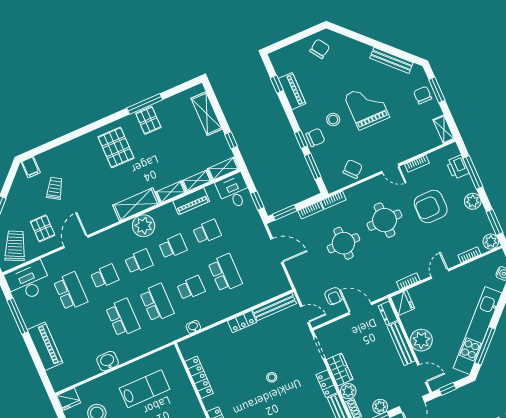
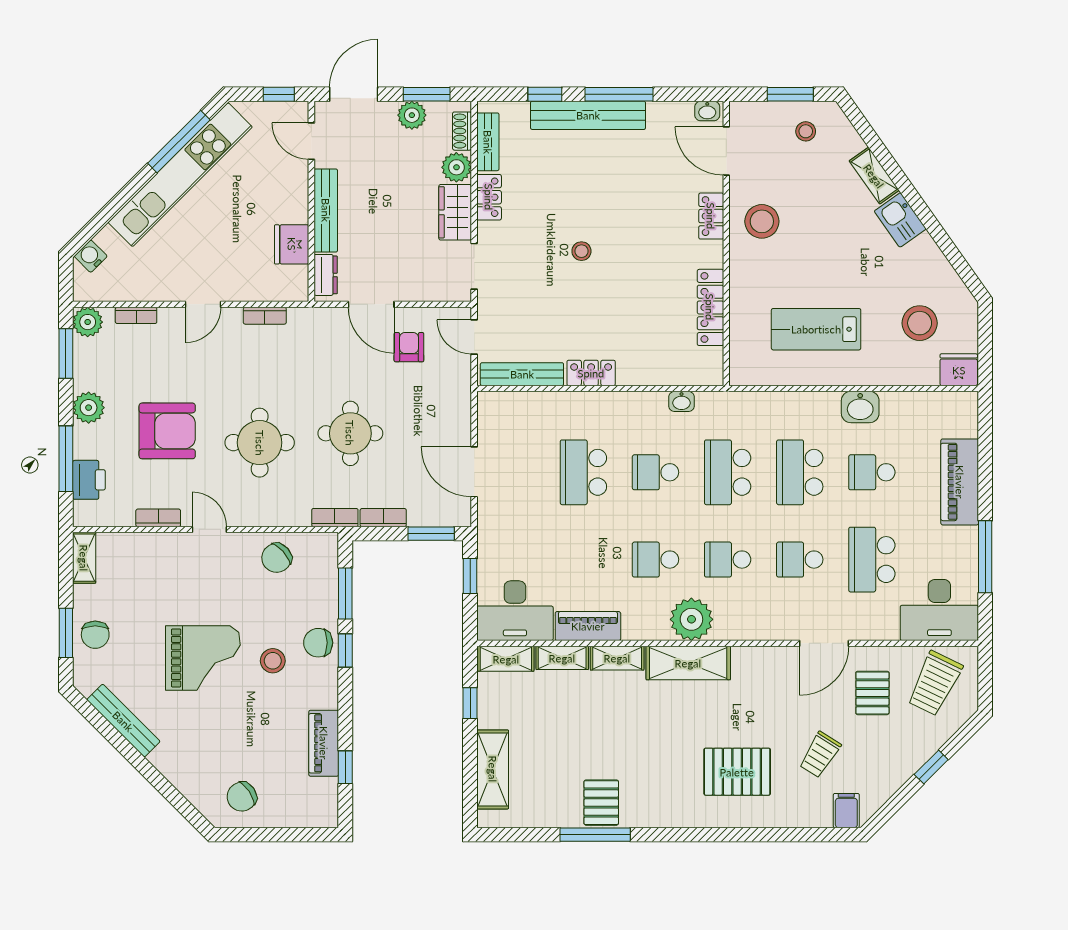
grand piano: (367, 106) -> (203, 658), turned -90
pallet: (116, 147) -> (737, 772), moved, turned 90
desk: (234, 191) -> (515, 611), width x1.37
school desk: (207, 232) -> (872, 472), moved
fridge: (403, 303) -> (292, 244), moved
plant: (421, 340) -> (287, 201), removed

